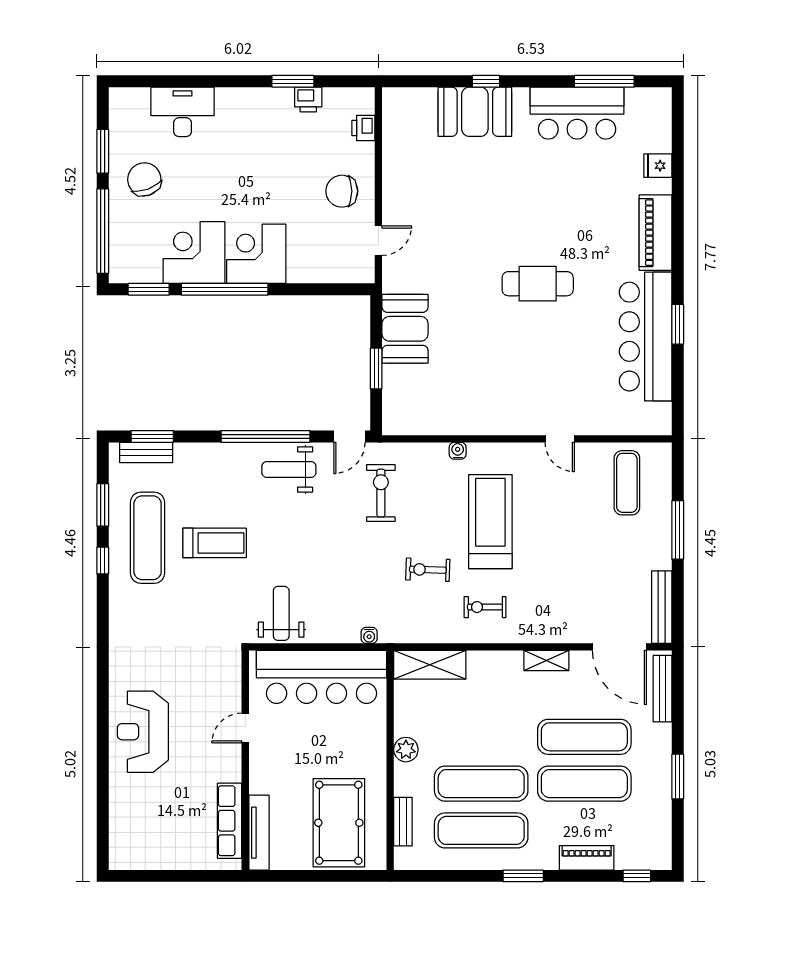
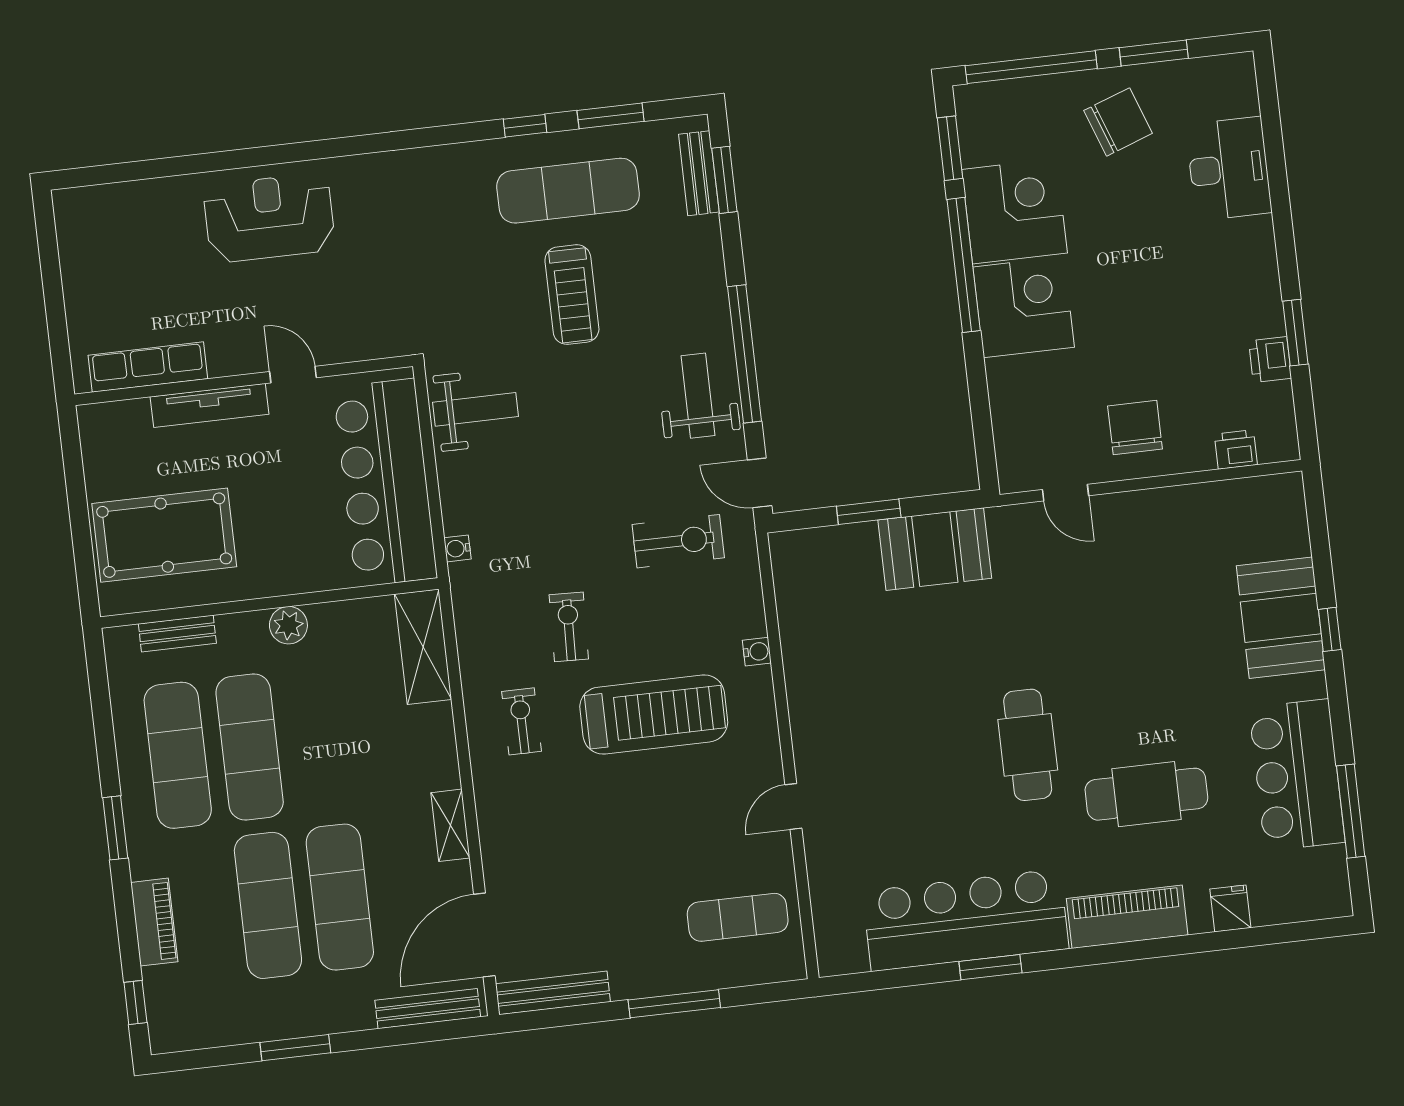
cafe table: (578, 211) -> (1146, 794), added
tv unit: (259, 833) -> (209, 405), moved

